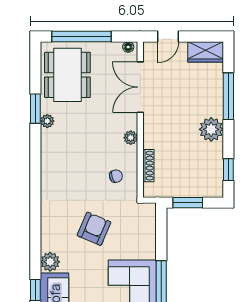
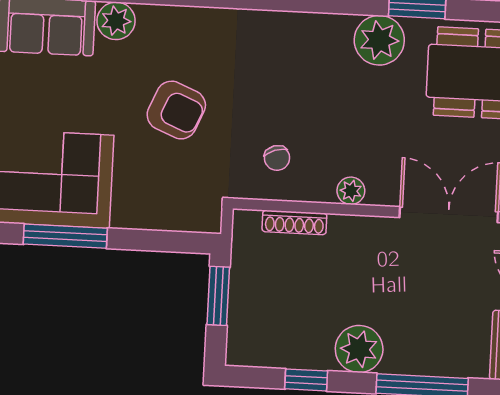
plant: (47, 121) -> (379, 40), width x1.88, depth x1.88
window: (228, 170) -> (306, 380), moved

